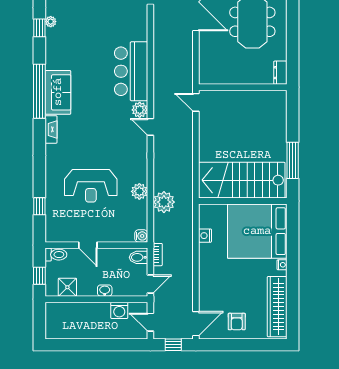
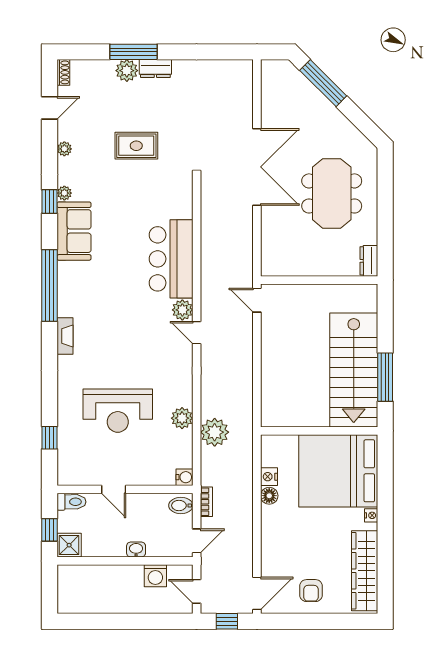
sofa: (58, 92) -> (74, 231), moved
stairs: (242, 180) -> (354, 370), moved, turned -90
floor lamp: (205, 250) -> (269, 496), added
shower: (67, 287) -> (69, 545), moved

